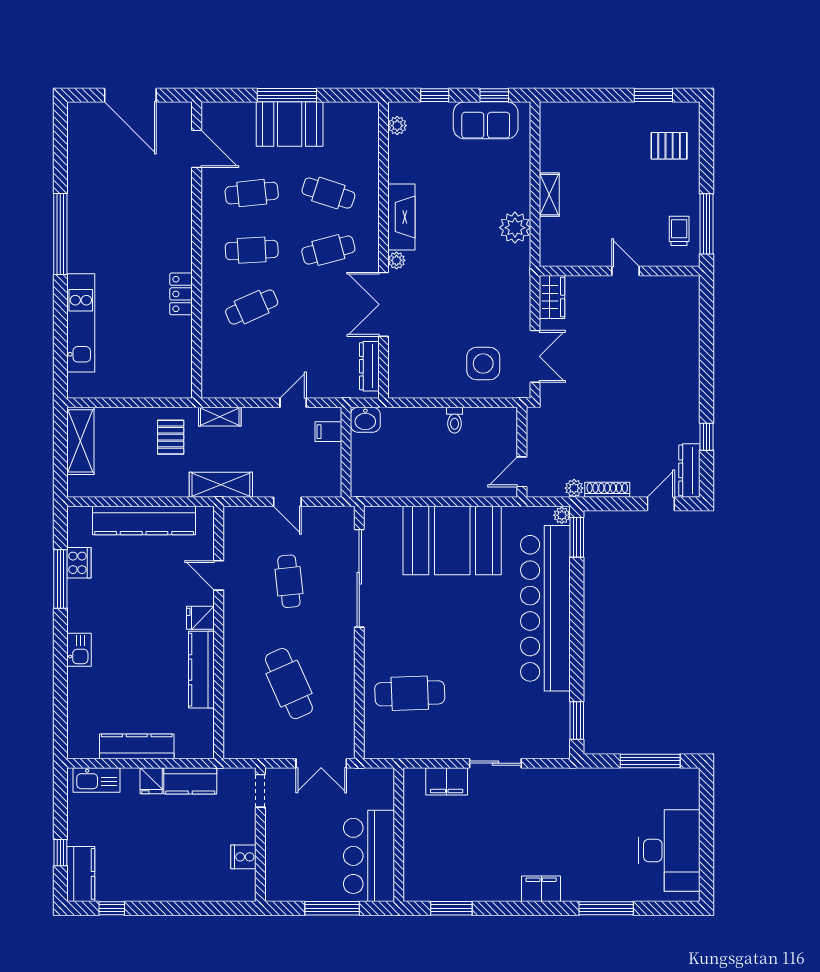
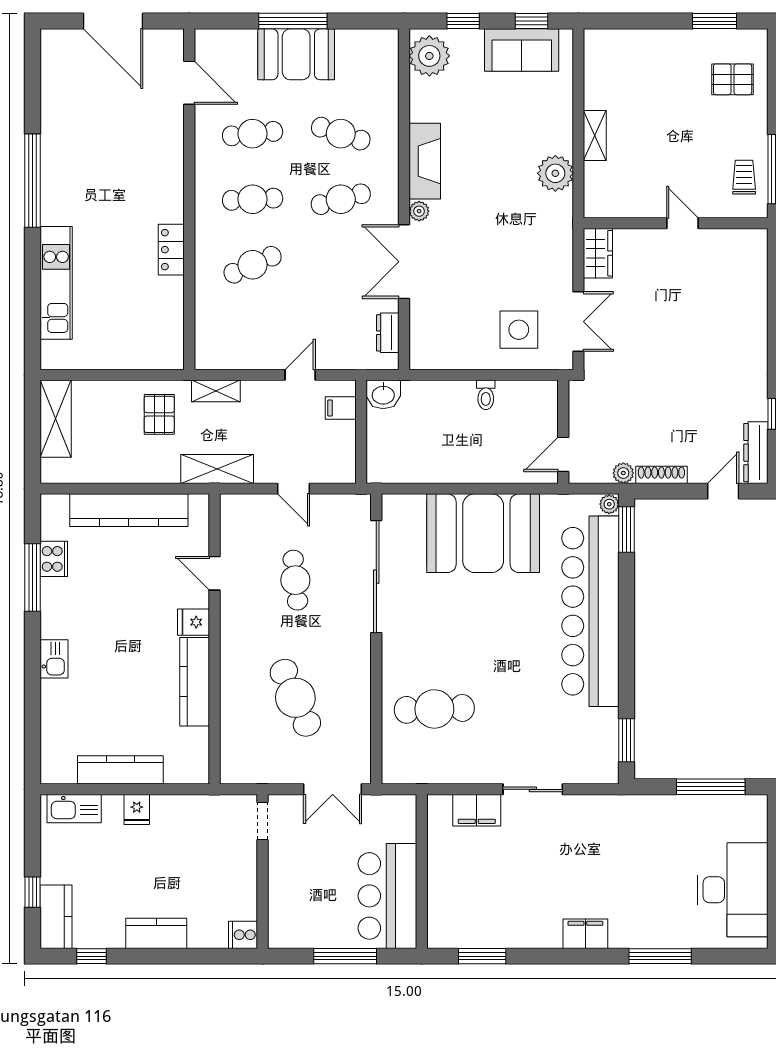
plant: (397, 126) -> (429, 56), width x1.88, depth x1.88
dresser: (369, 366) -> (388, 333), width x0.70
kitchen counter: (190, 781) -> (156, 933), moved, turned 180
cooker: (243, 857) -> (243, 935), moved

